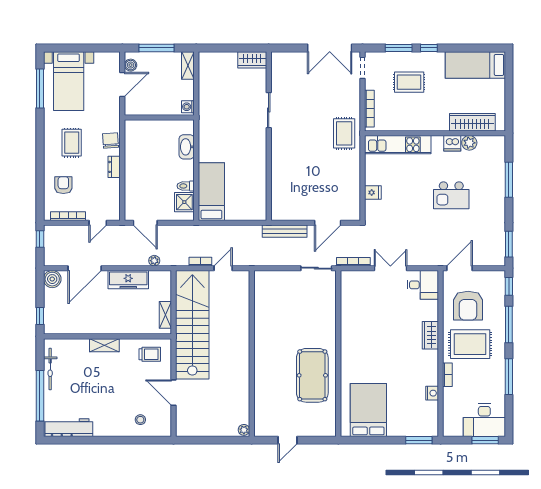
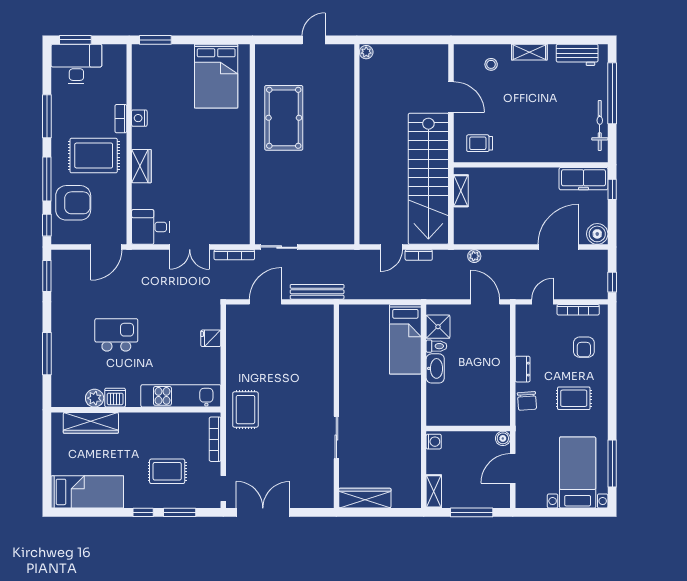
wardrobe: (252, 60) -> (365, 498), width x1.50
boiler: (131, 65) -> (503, 438), moved
rug: (72, 143) -> (574, 398), turned 90
washbasin: (187, 147) -> (435, 368), moved
freezer: (128, 280) -> (584, 179), moved, turned 180
armchair: (468, 306) -> (73, 203), moved, turned 90
shelving: (104, 345) -> (529, 52), moved
nightstand: (432, 393) -> (139, 118), moved
workbench: (69, 428) -> (577, 55), width x0.73

